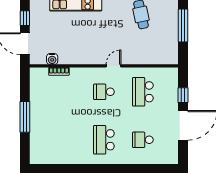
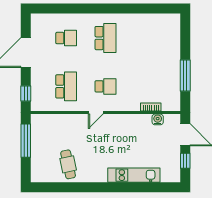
window: (183, 26) -> (26, 141), moved
window: (183, 95) -> (26, 94), moved
window: (25, 117) -> (185, 76), moved

